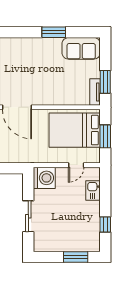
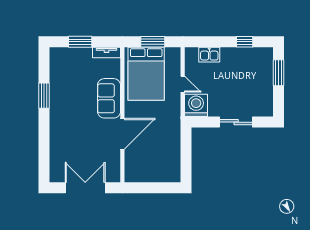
sofa: (81, 48) -> (109, 98), moved, turned 180
window: (105, 82) -> (80, 42), moved
door: (76, 165) -> (183, 84), moved

